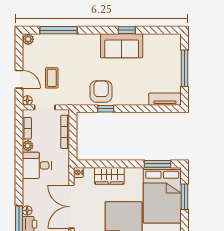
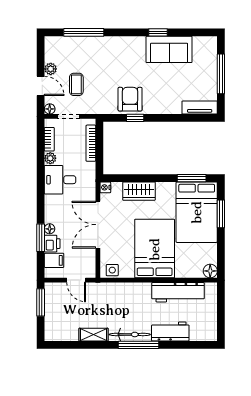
plant: (28, 39) -> (51, 69), moved
sofa: (122, 46) -> (169, 49), moved

